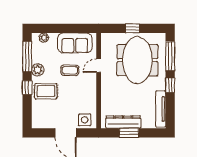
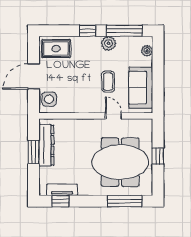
window: (170, 85) -> (61, 201), moved
rug: (46, 91) -> (56, 49), moved, turned 90
tv unit: (161, 109) -> (62, 190), width x0.71

